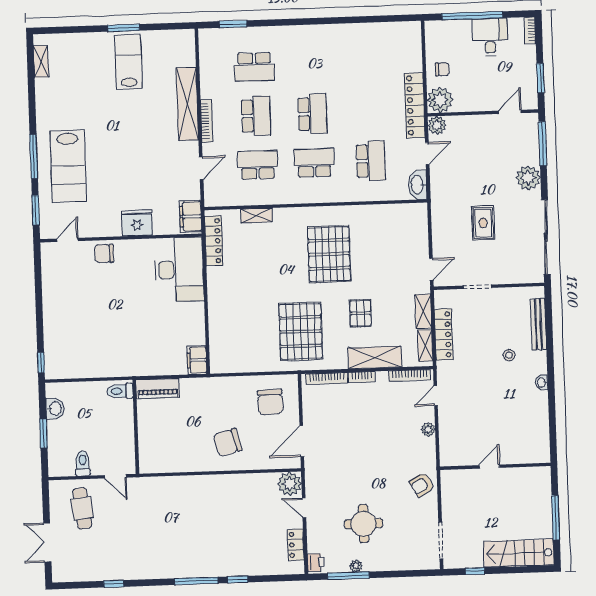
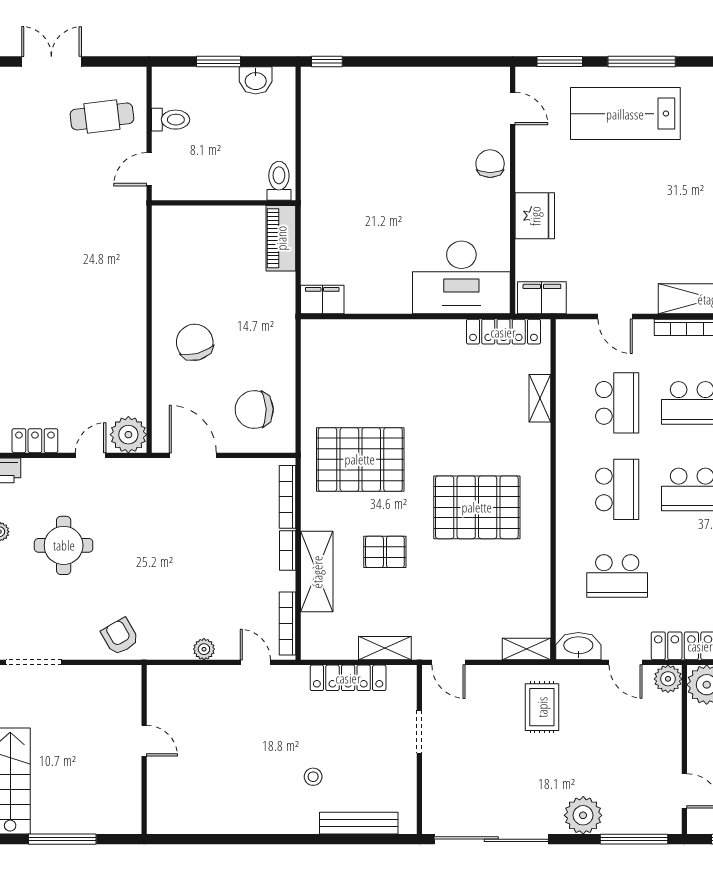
rug: (483, 223) -> (542, 707), moved, turned 90
shelving: (425, 345) -> (526, 649), moved
washbasin: (542, 383) -> (269, 825), removed

